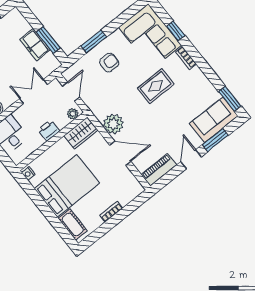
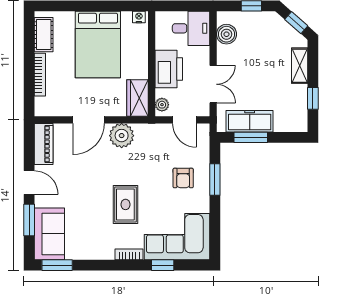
freezer: (35, 45) -> (250, 121), width x1.40
printer: (49, 130) -> (169, 69), width x1.87, depth x1.48
bookcase: (111, 212) -> (40, 75), width x1.56
cot: (73, 225) -> (44, 35), moved, turned 90

